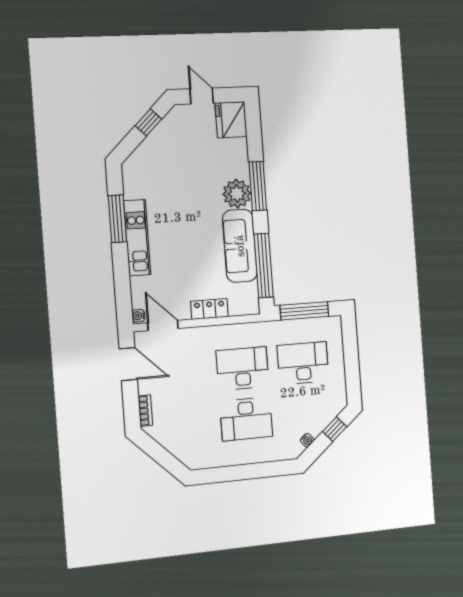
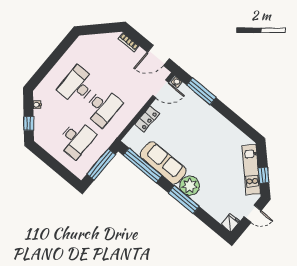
fridge: (231, 120) -> (231, 223), width x0.53, depth x0.75
window: (117, 219) -> (201, 91), moved
kitchen unit: (137, 238) -> (251, 170), moved, turned 45

